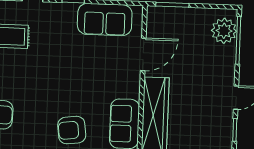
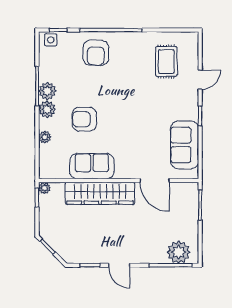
armchair: (72, 130) -> (84, 119), turned -83

